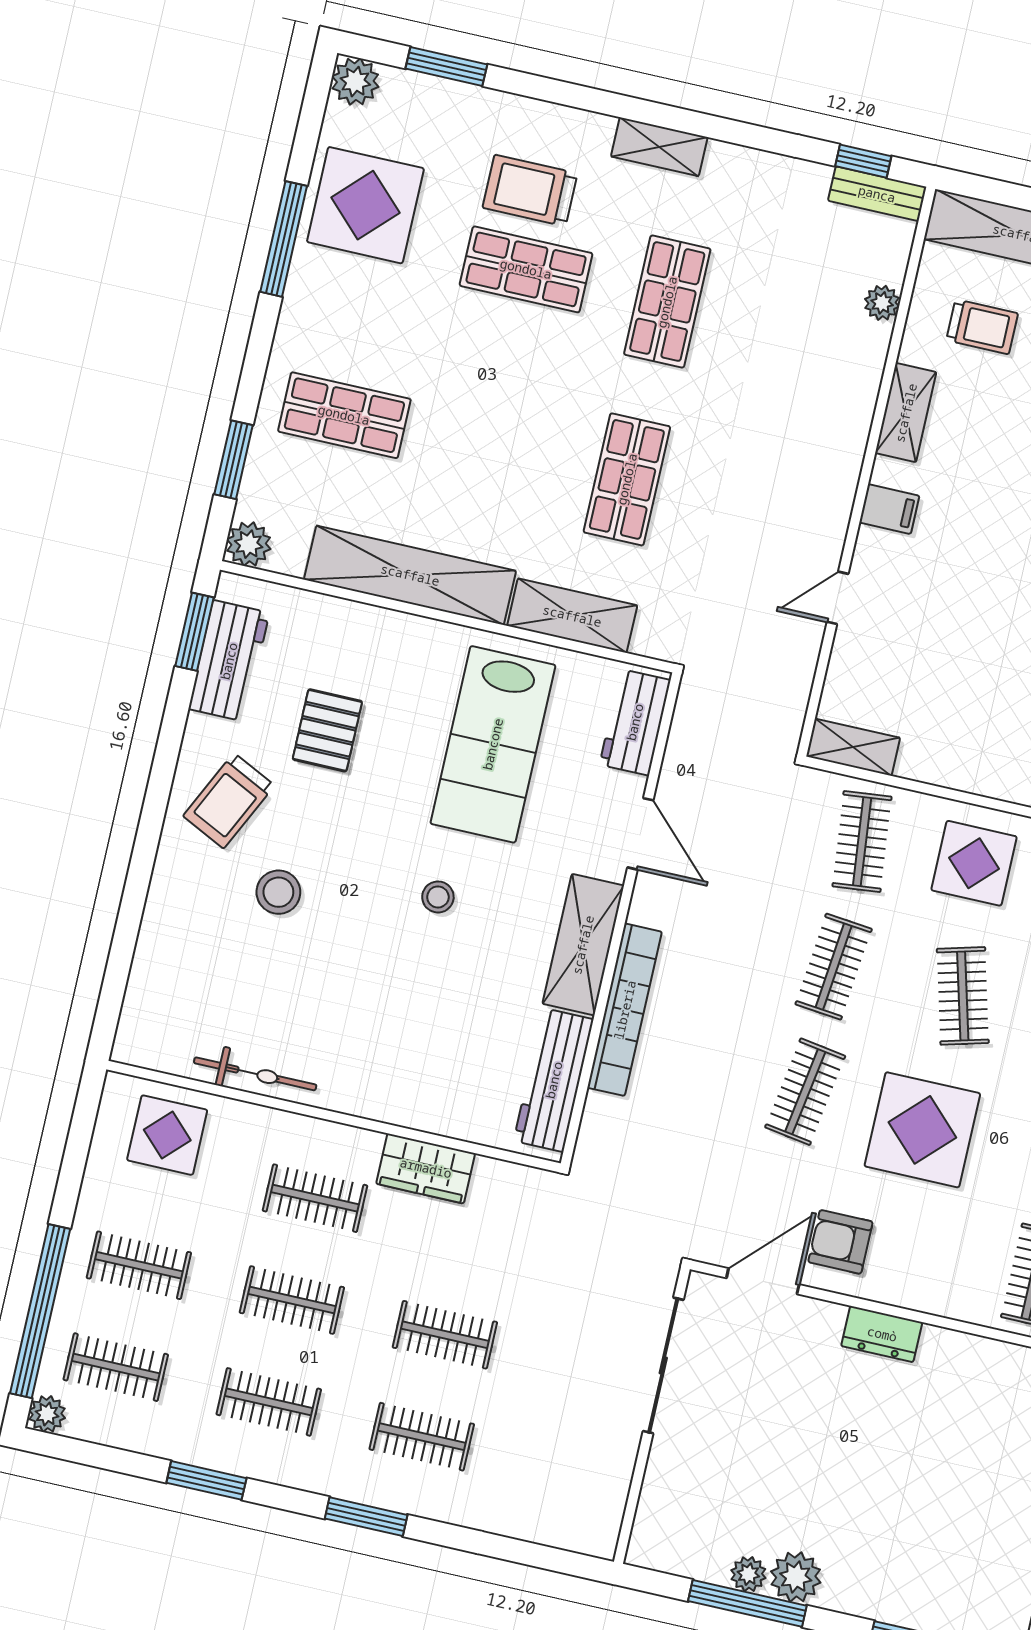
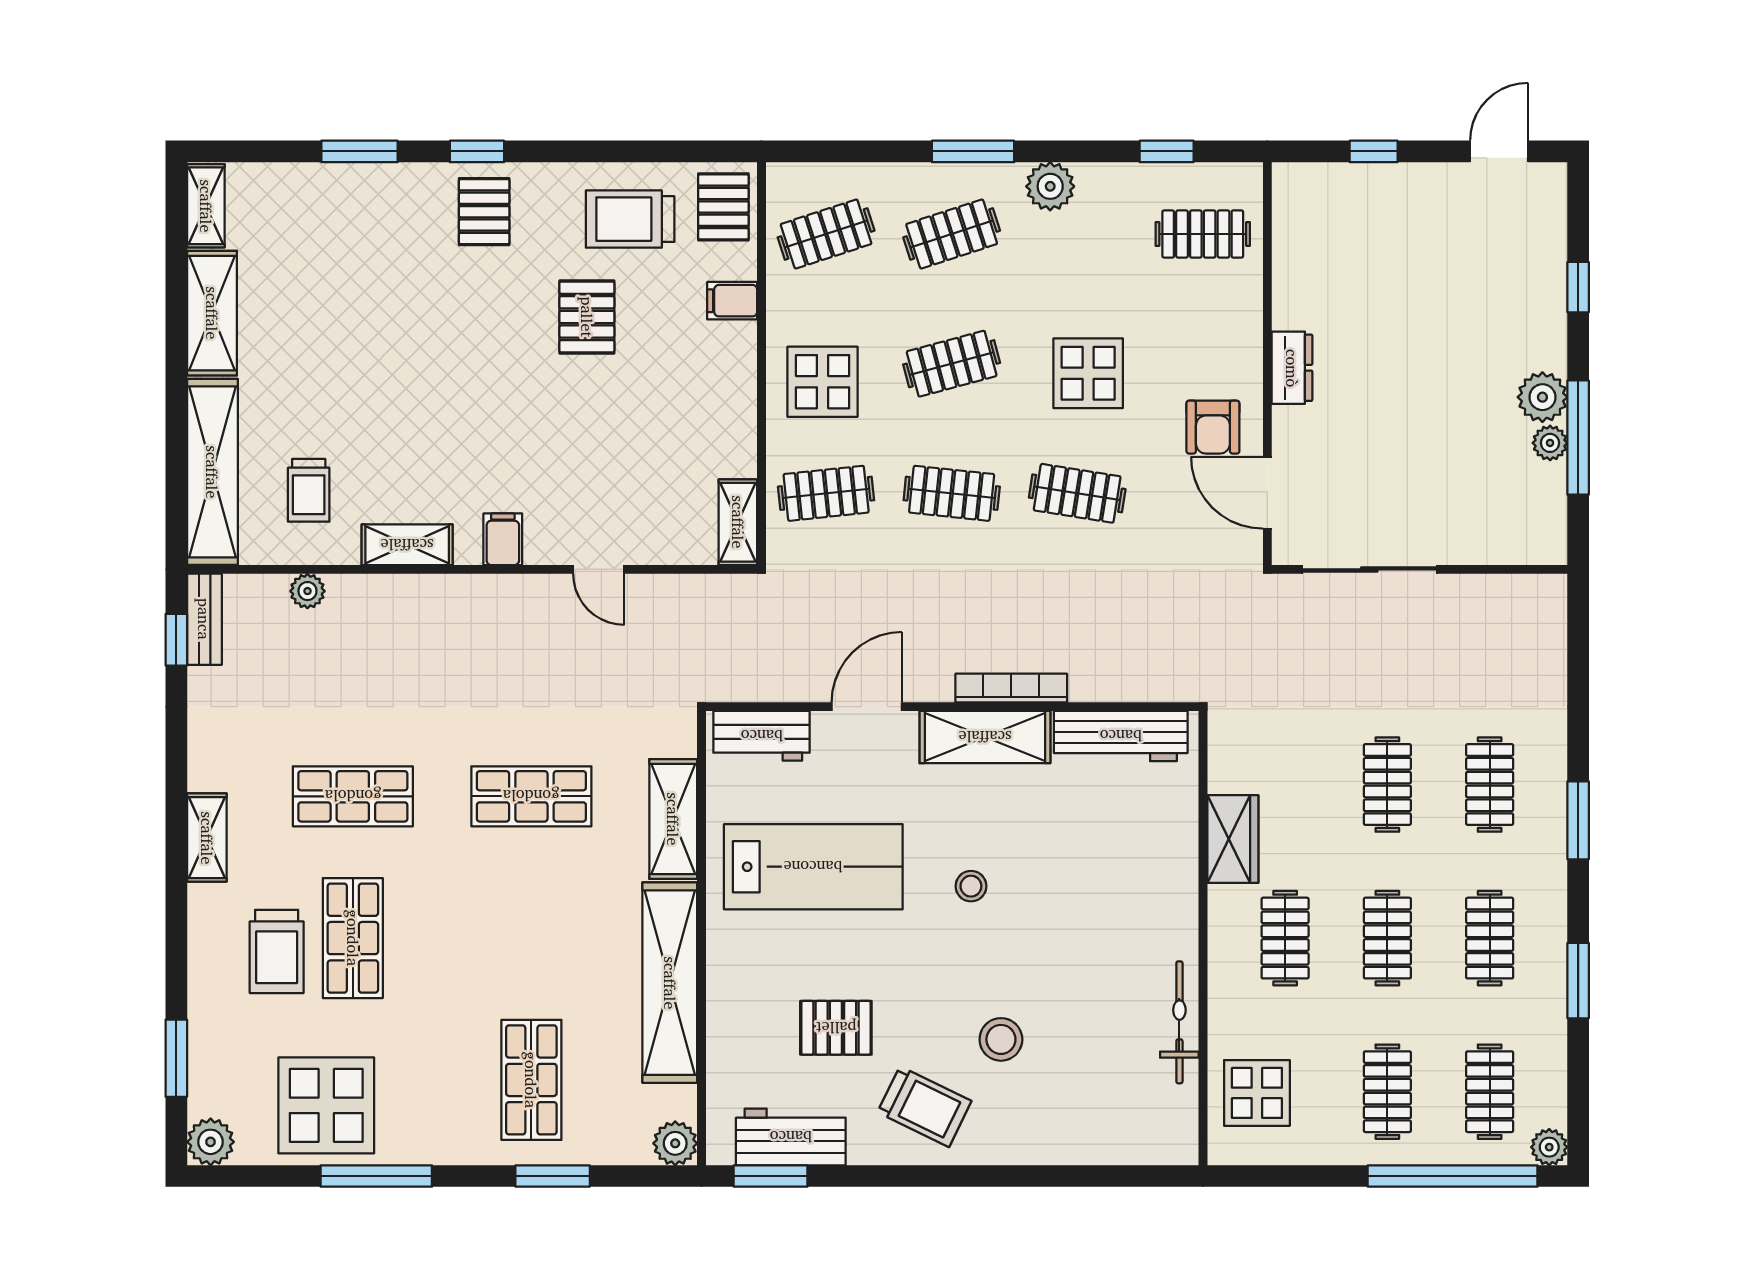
trolley: (982, 327) -> (309, 490), turned 180
window: (234, 460) -> (553, 1176), moved
bookcase: (625, 1010) -> (1011, 688), width x0.68, depth x0.76
display table: (922, 1130) -> (1088, 373), width x0.73, depth x0.73

